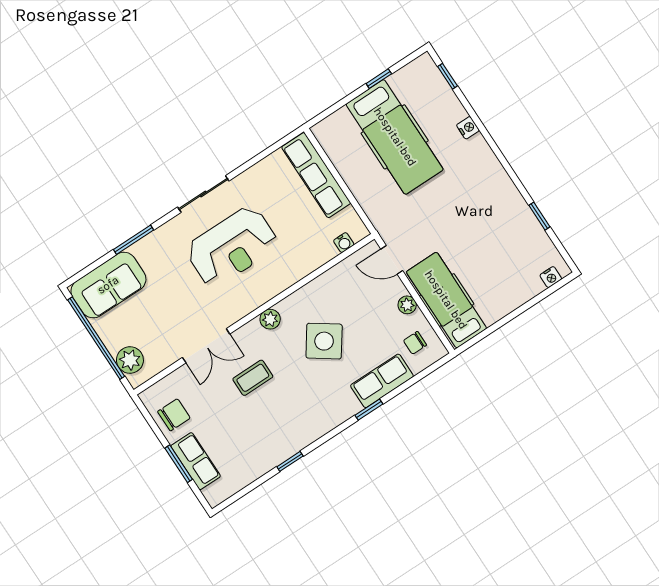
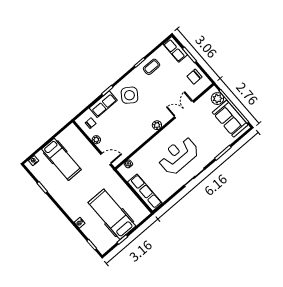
sofa: (108, 285) -> (230, 119), moved, turned -90
hospital bed: (446, 300) -> (61, 159), moved
side table: (324, 341) -> (129, 95), moved
coffee table: (253, 378) -> (152, 67), moved
row of seats: (196, 461) -> (175, 49), moved

